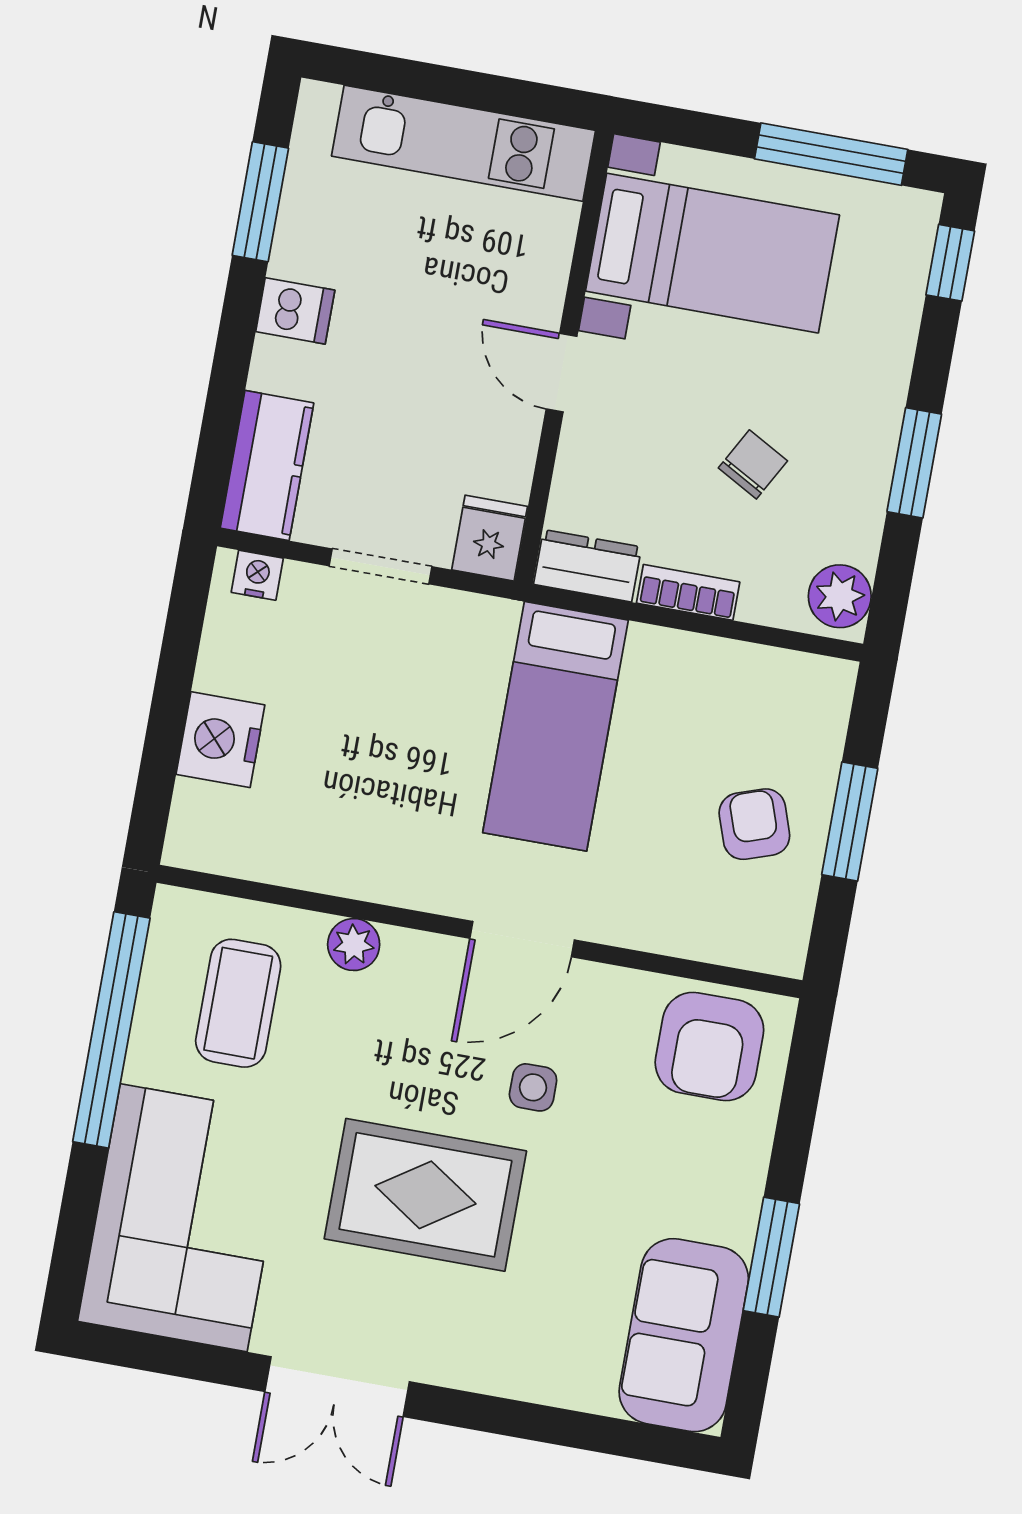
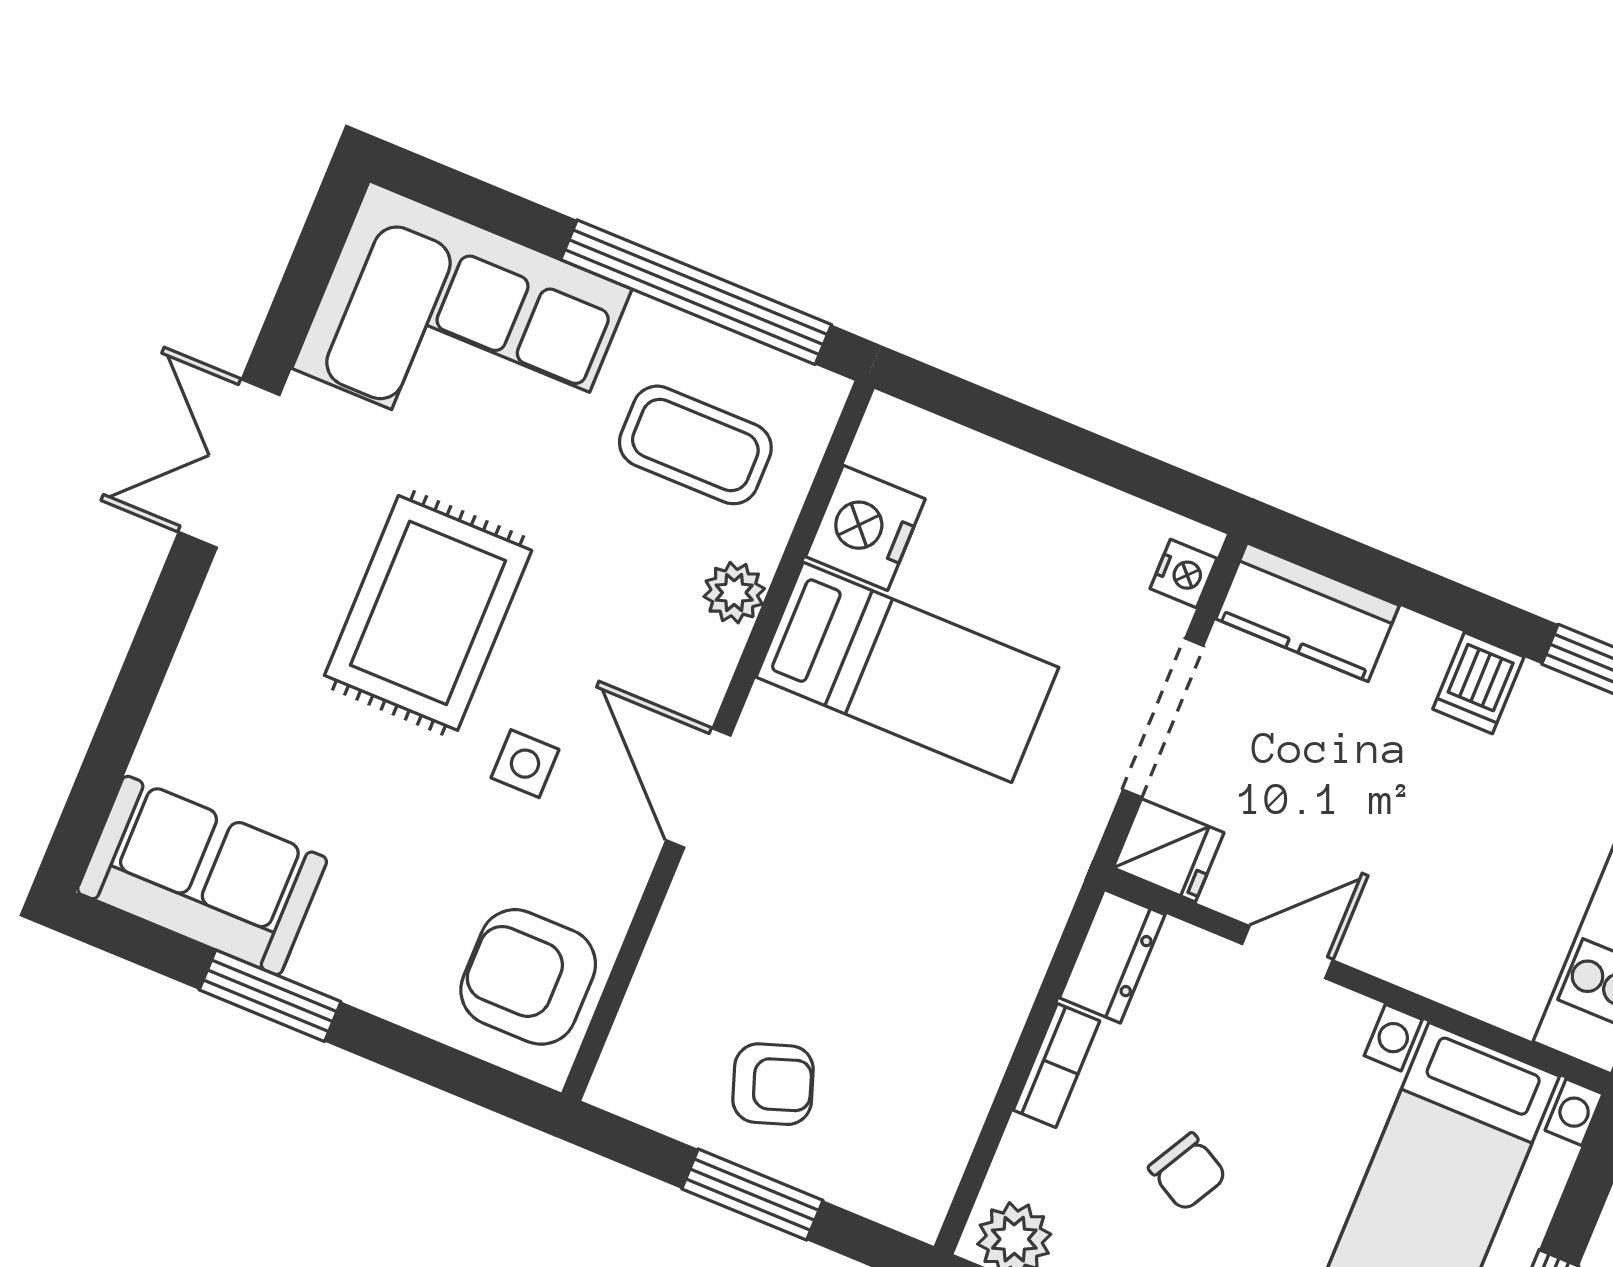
door: (561, 373) -> (1287, 952), moved
doorway: (380, 566) -> (1163, 718), width x1.38
bed: (555, 726) -> (907, 672), moved, turned 180
nightstand: (220, 740) -> (865, 528), moved, turned -90

